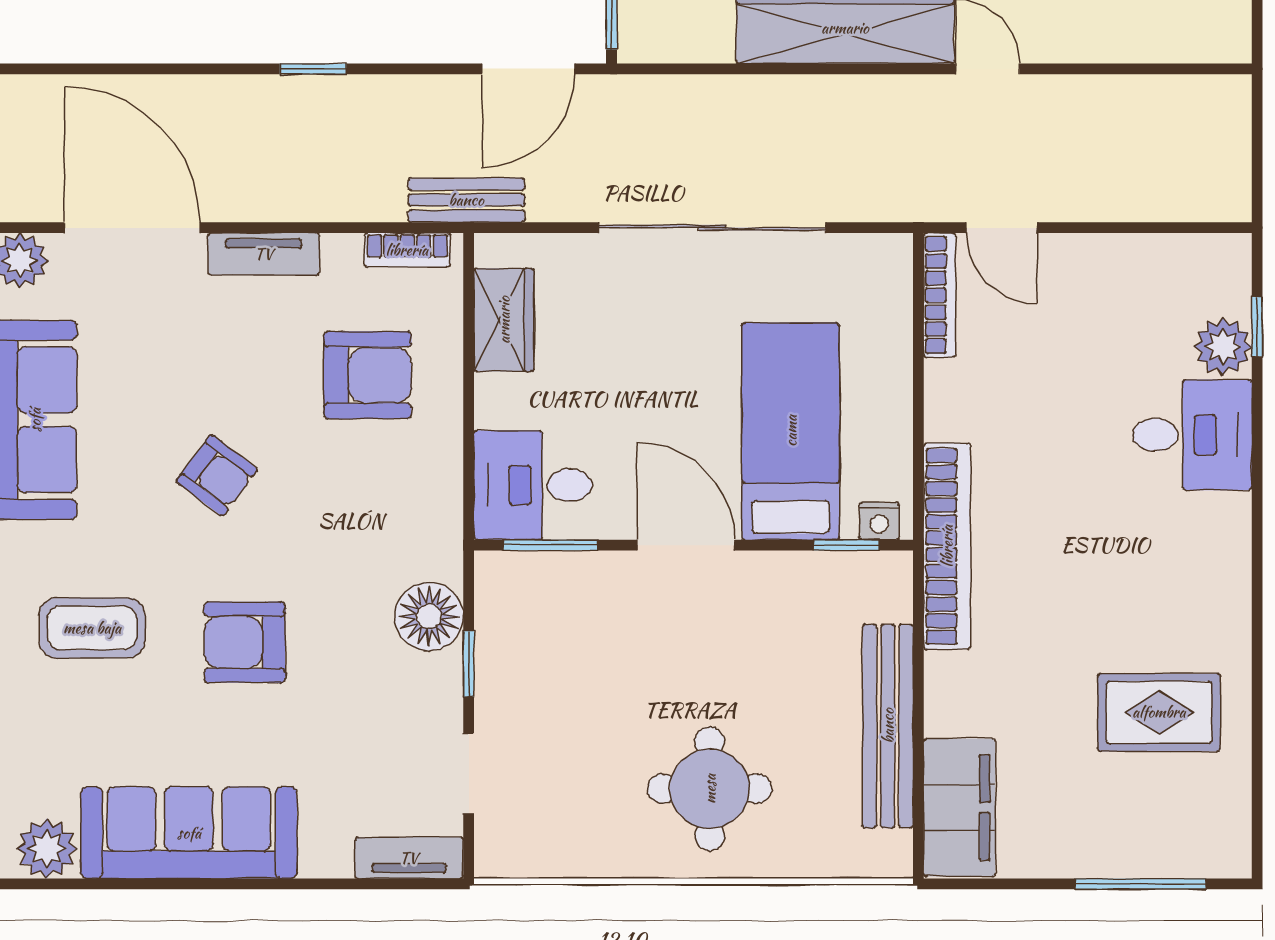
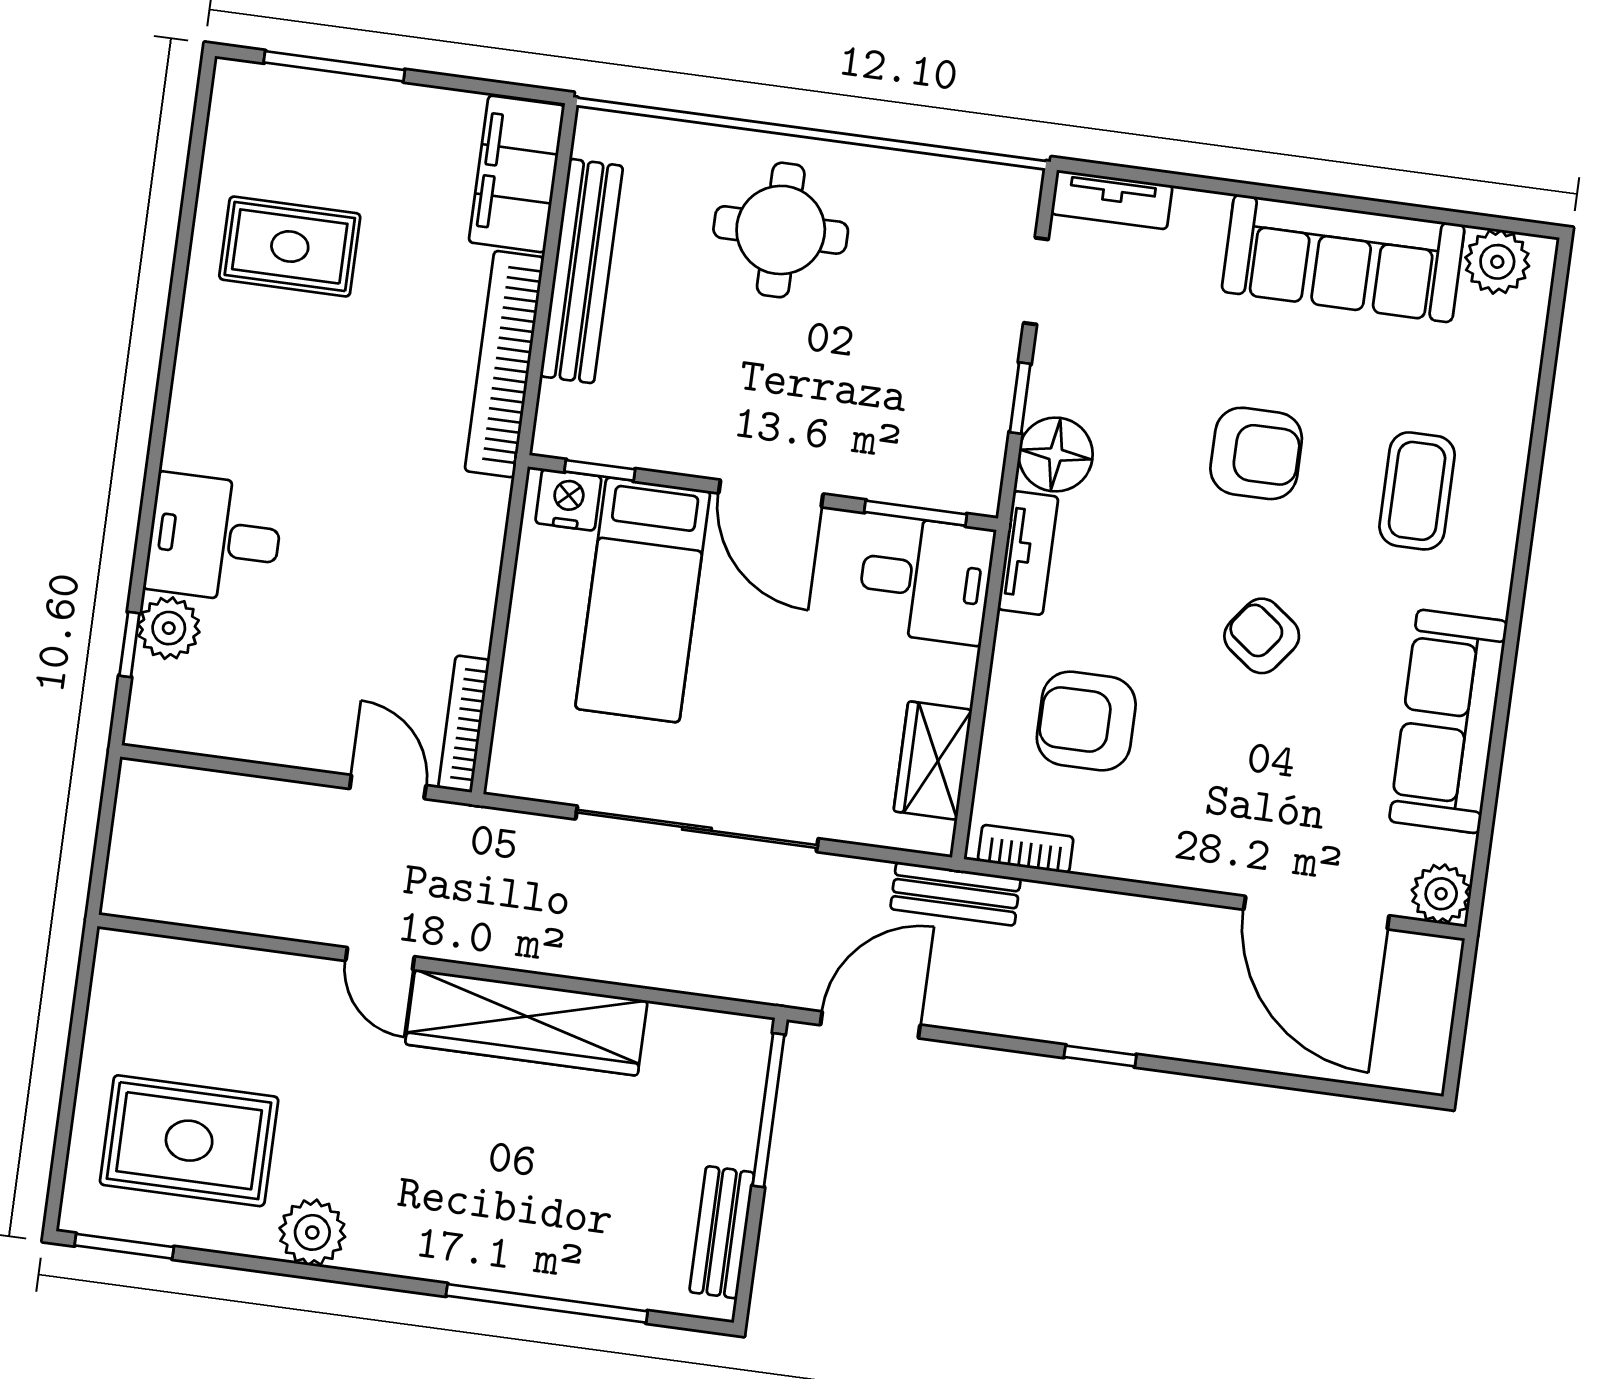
tv unit: (264, 254) -> (1028, 553), moved, turned 90
nightstand: (879, 521) -> (568, 500), width x1.39, depth x1.35
bookcase: (947, 546) -> (504, 364), moved
coffee table: (92, 628) -> (1417, 491), turned 90

